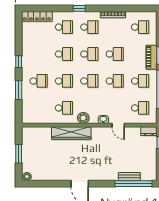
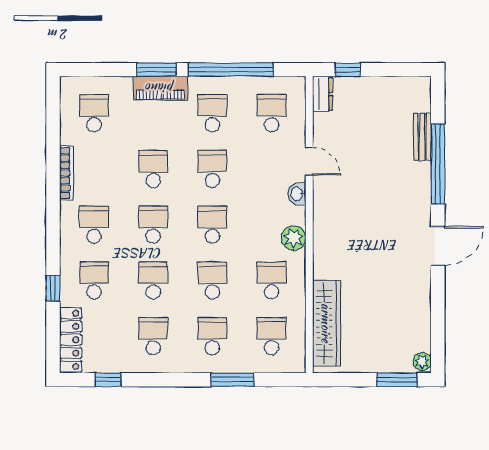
window: (79, 8) -> (53, 288), moved
school desk: (39, 54) -> (153, 336), added
window: (19, 62) -> (108, 380), moved
school desk: (39, 108) -> (272, 336), added
door: (118, 125) -> (309, 161), hinge flipped
wardrobe: (71, 133) -> (326, 323), moved
window: (19, 154) -> (397, 380), moved
window: (134, 184) -> (438, 164), moved

